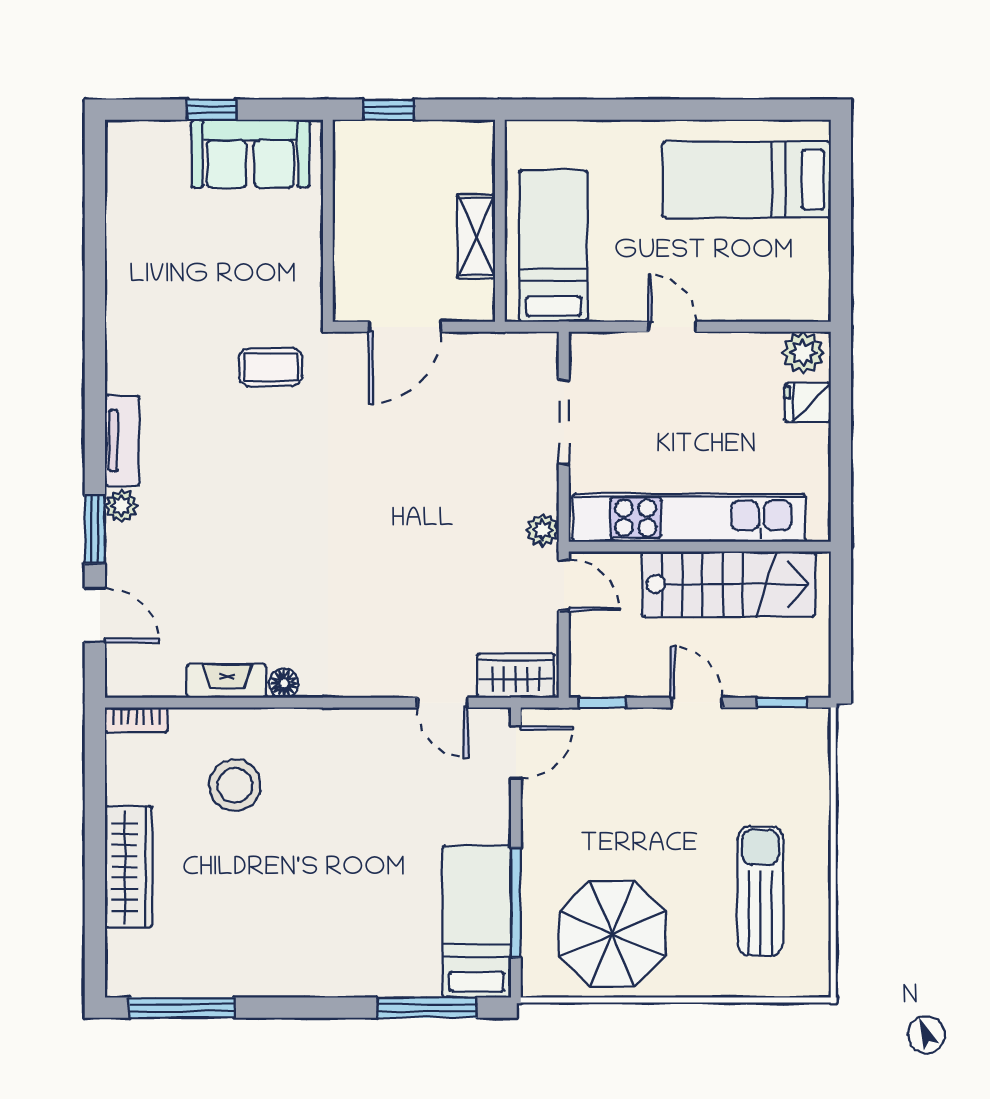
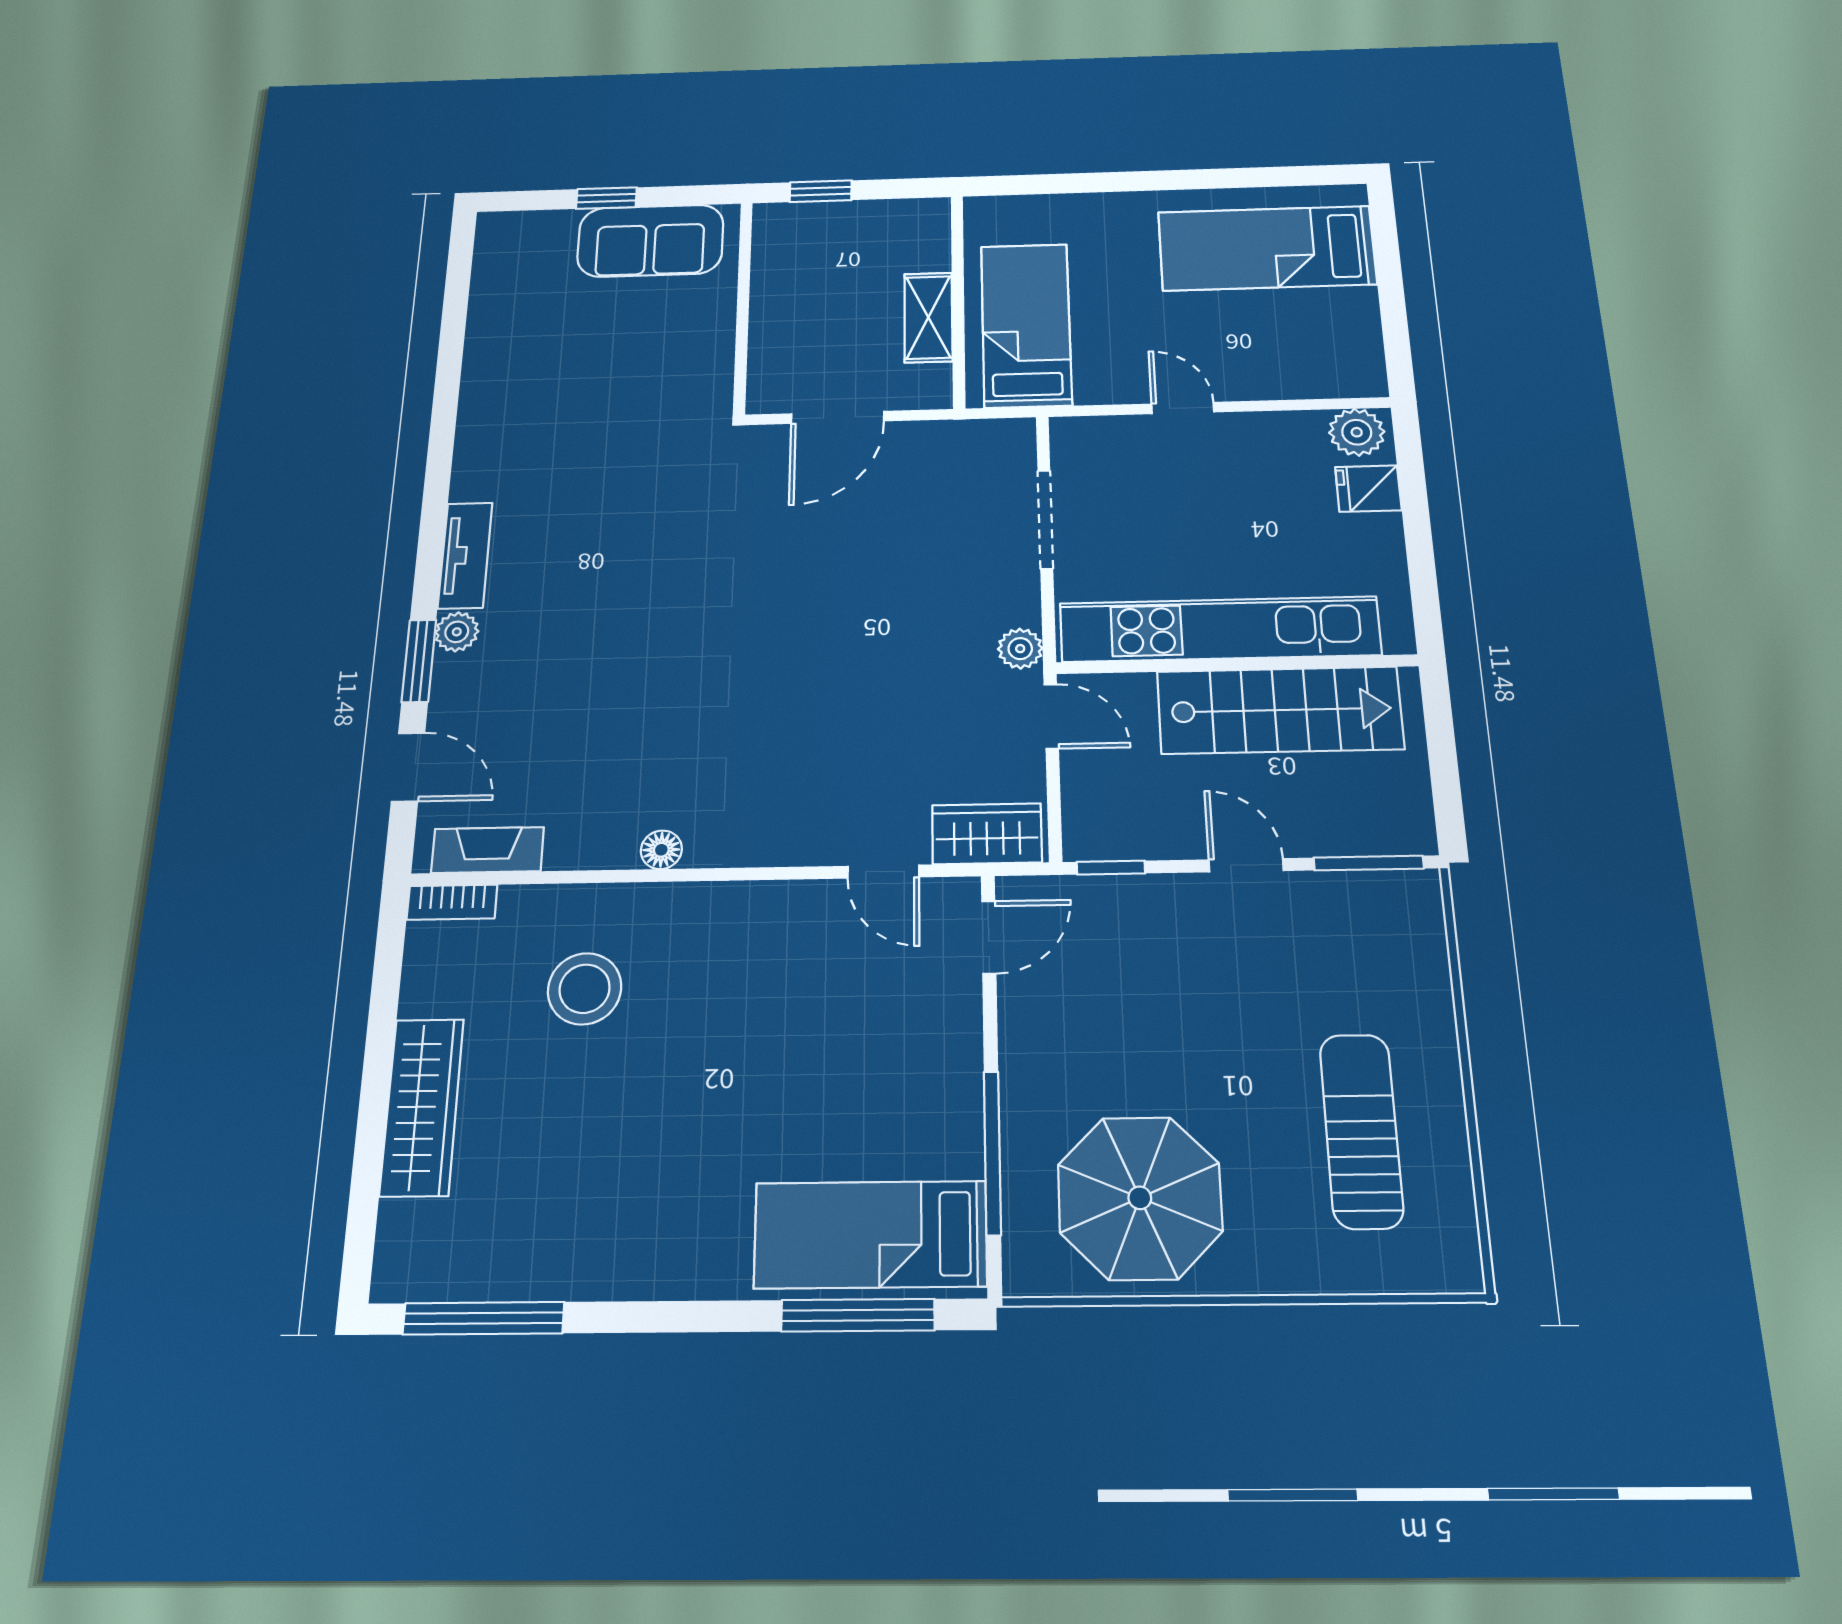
coffee table: (271, 367) -> (664, 467), removed
fireplace: (226, 681) -> (488, 850), moved
window: (782, 703) -> (1369, 863), width x1.50
bed: (477, 921) -> (870, 1234), moved, turned -90

